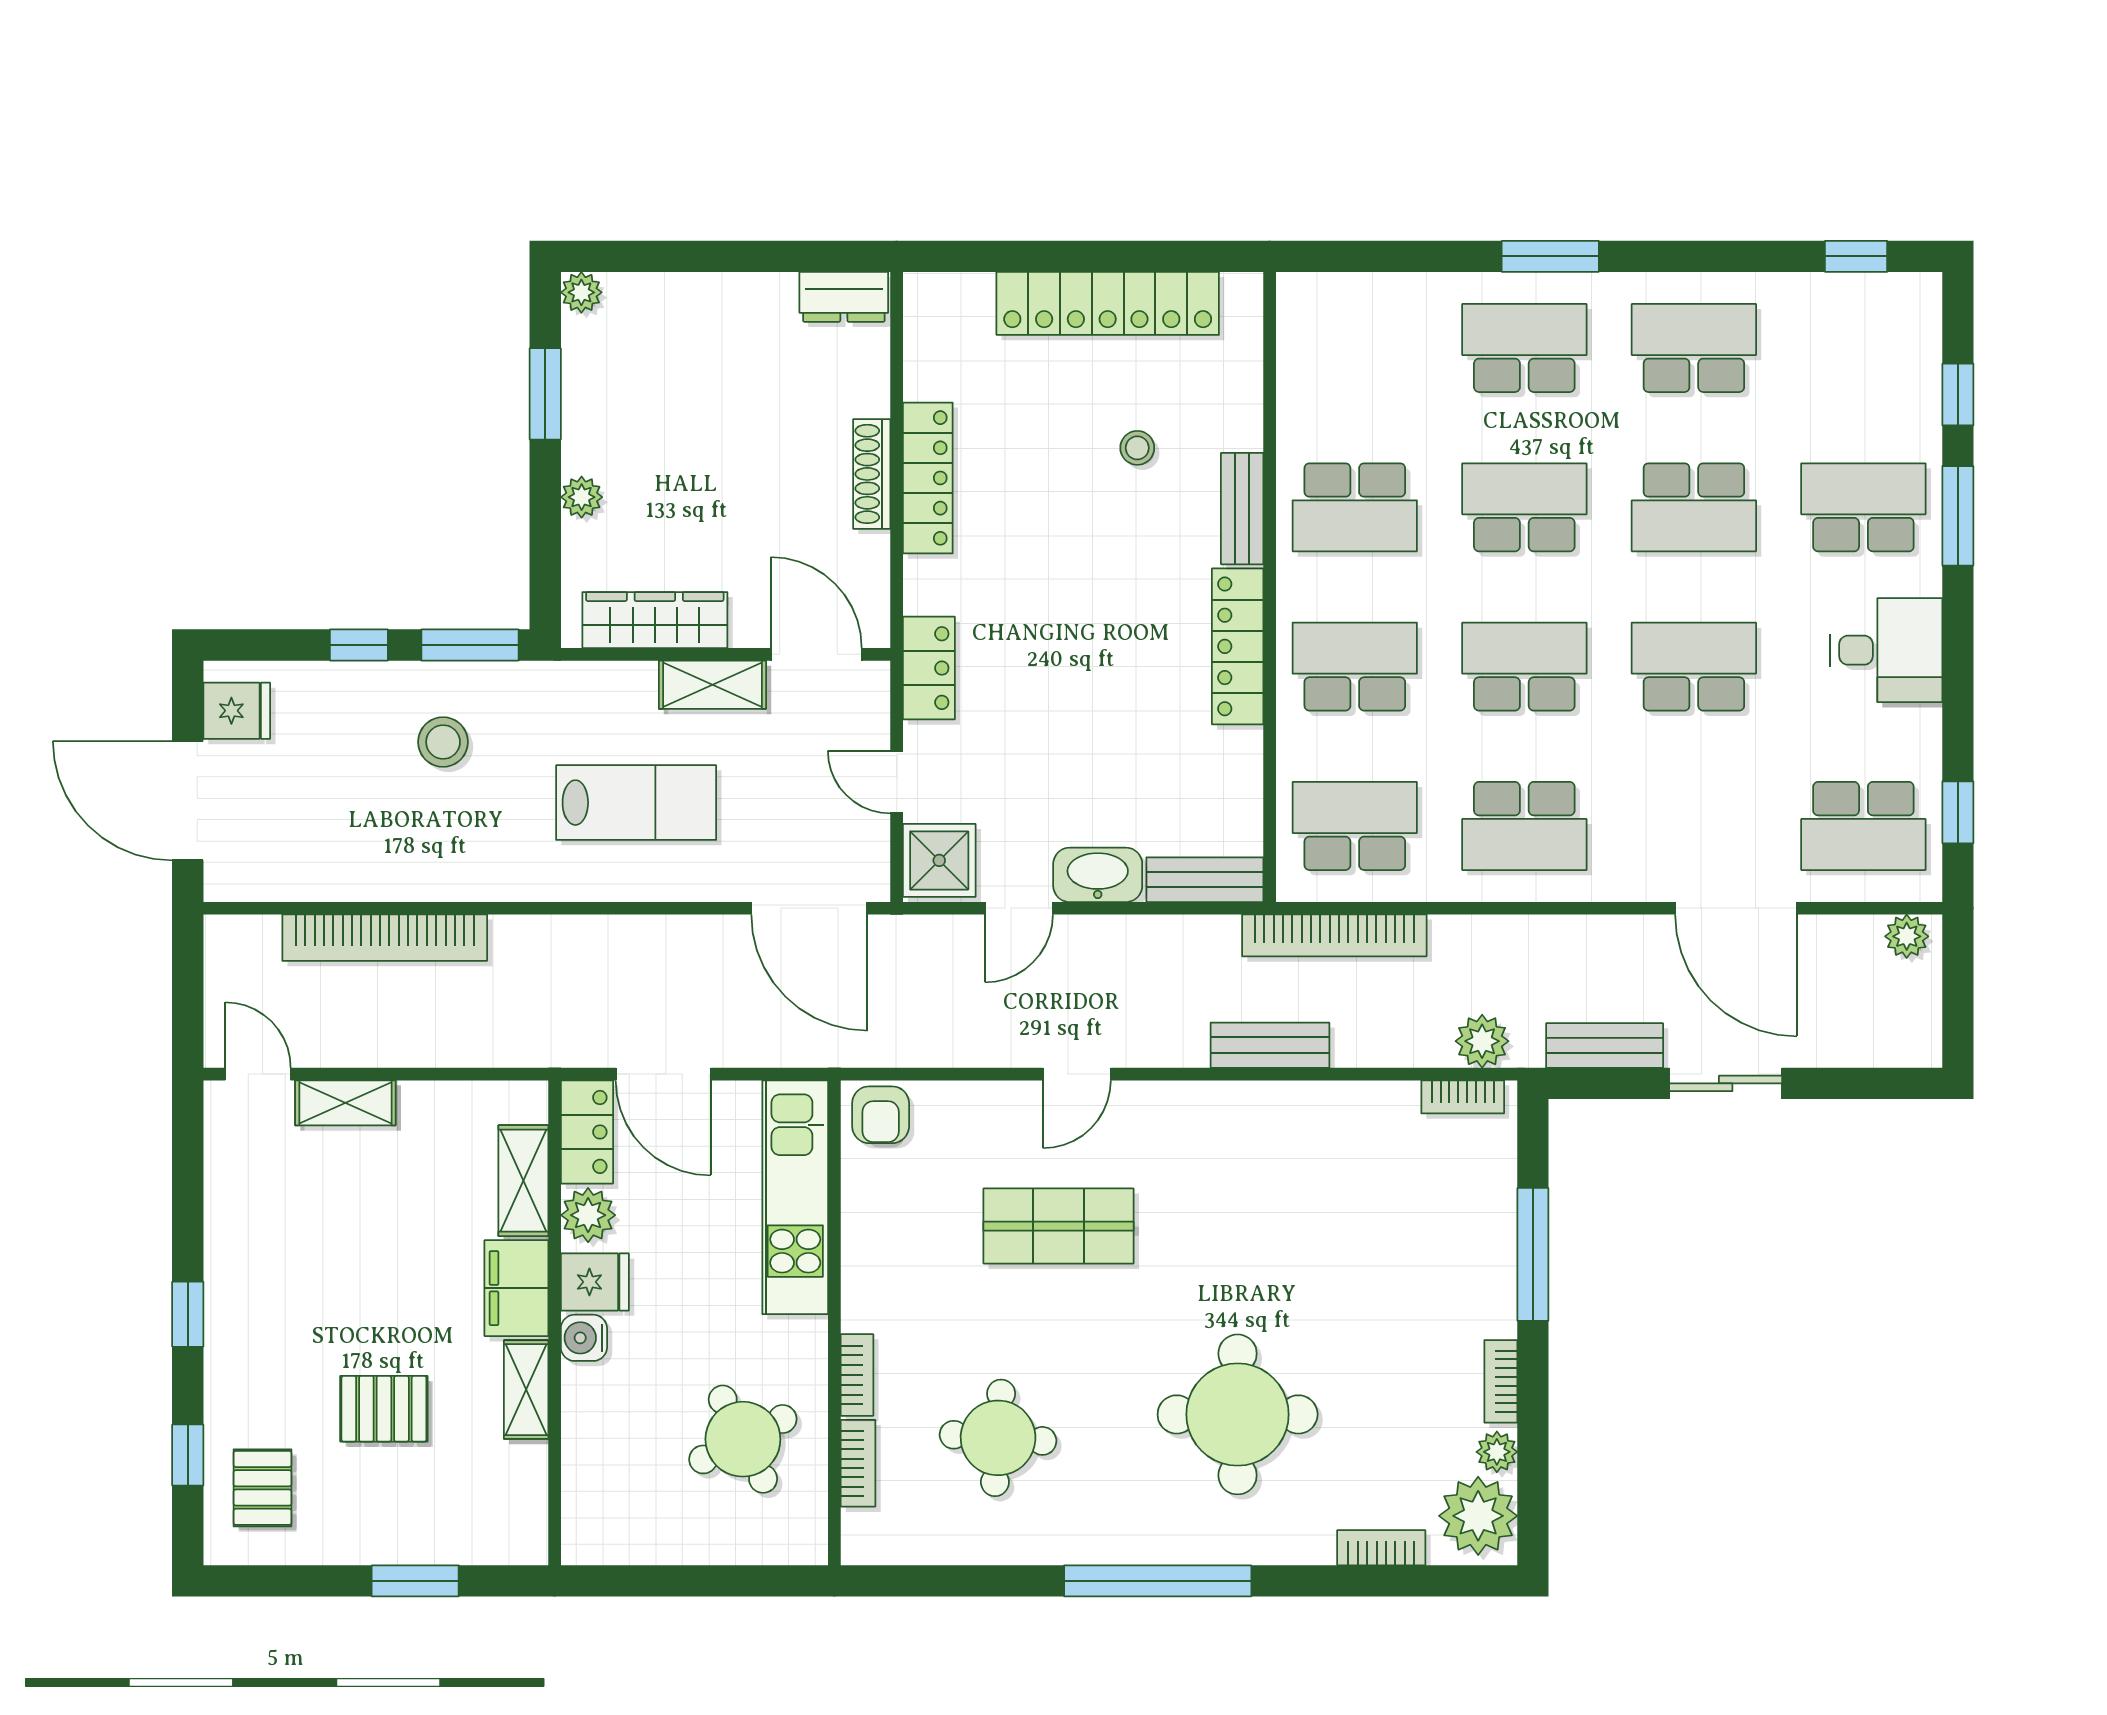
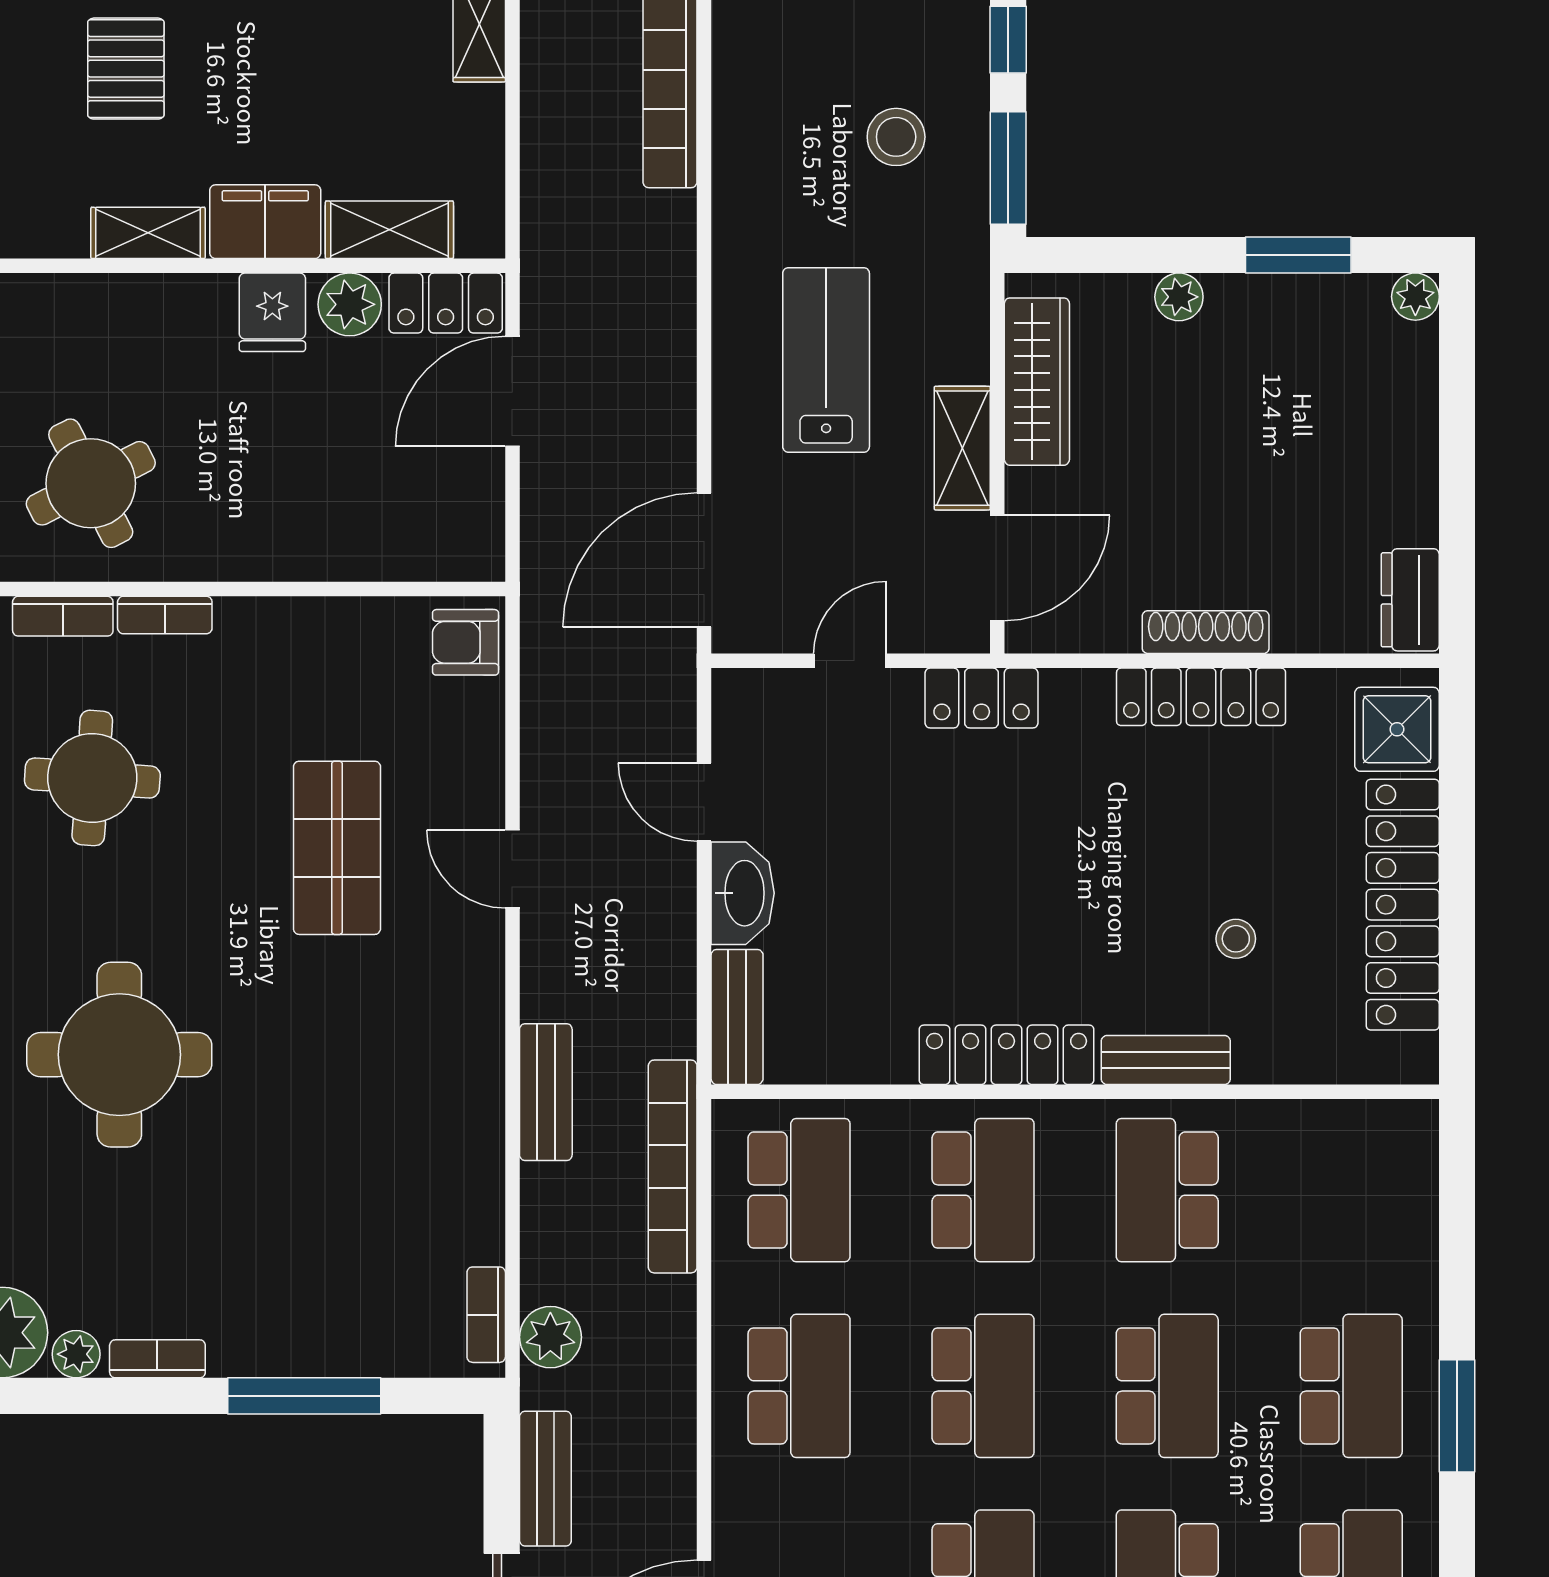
lab bench: (636, 803) -> (826, 360), turned 180
school desk: (1524, 826) -> (799, 1386), turned 180
shower: (939, 860) -> (1397, 729), moved
kitchen unit: (795, 1197) -> (370, 544), removed
water cooler: (584, 1338) -> (208, 300), removed

